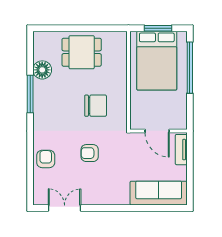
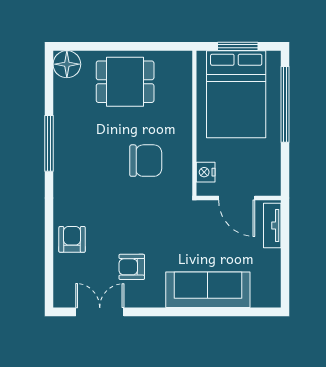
floor lamp: (42, 70) -> (67, 64), moved
nightstand: (136, 113) -> (206, 172), added
armchair: (90, 153) -> (132, 267), moved
sofa: (159, 193) -> (208, 290), moved

